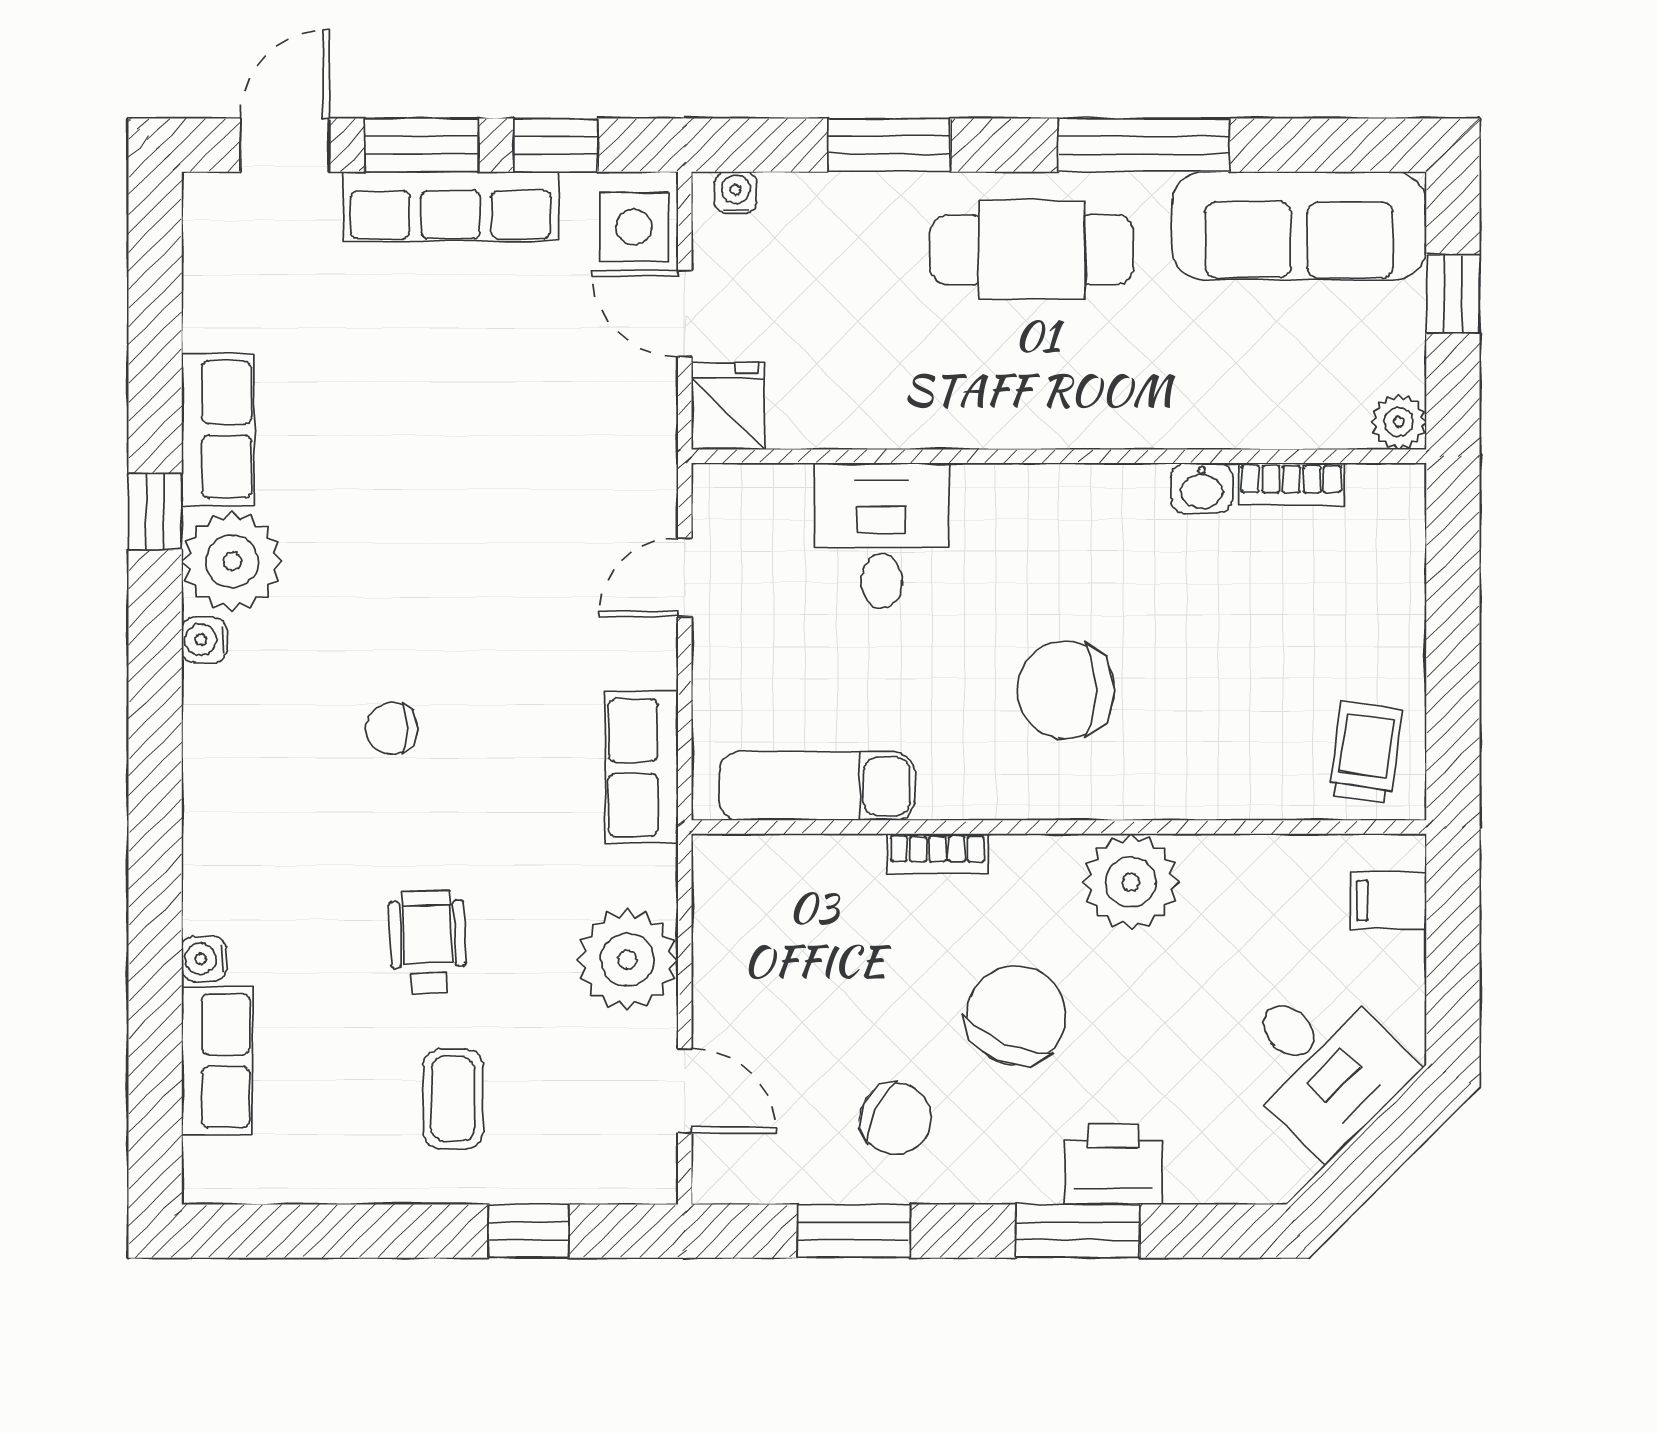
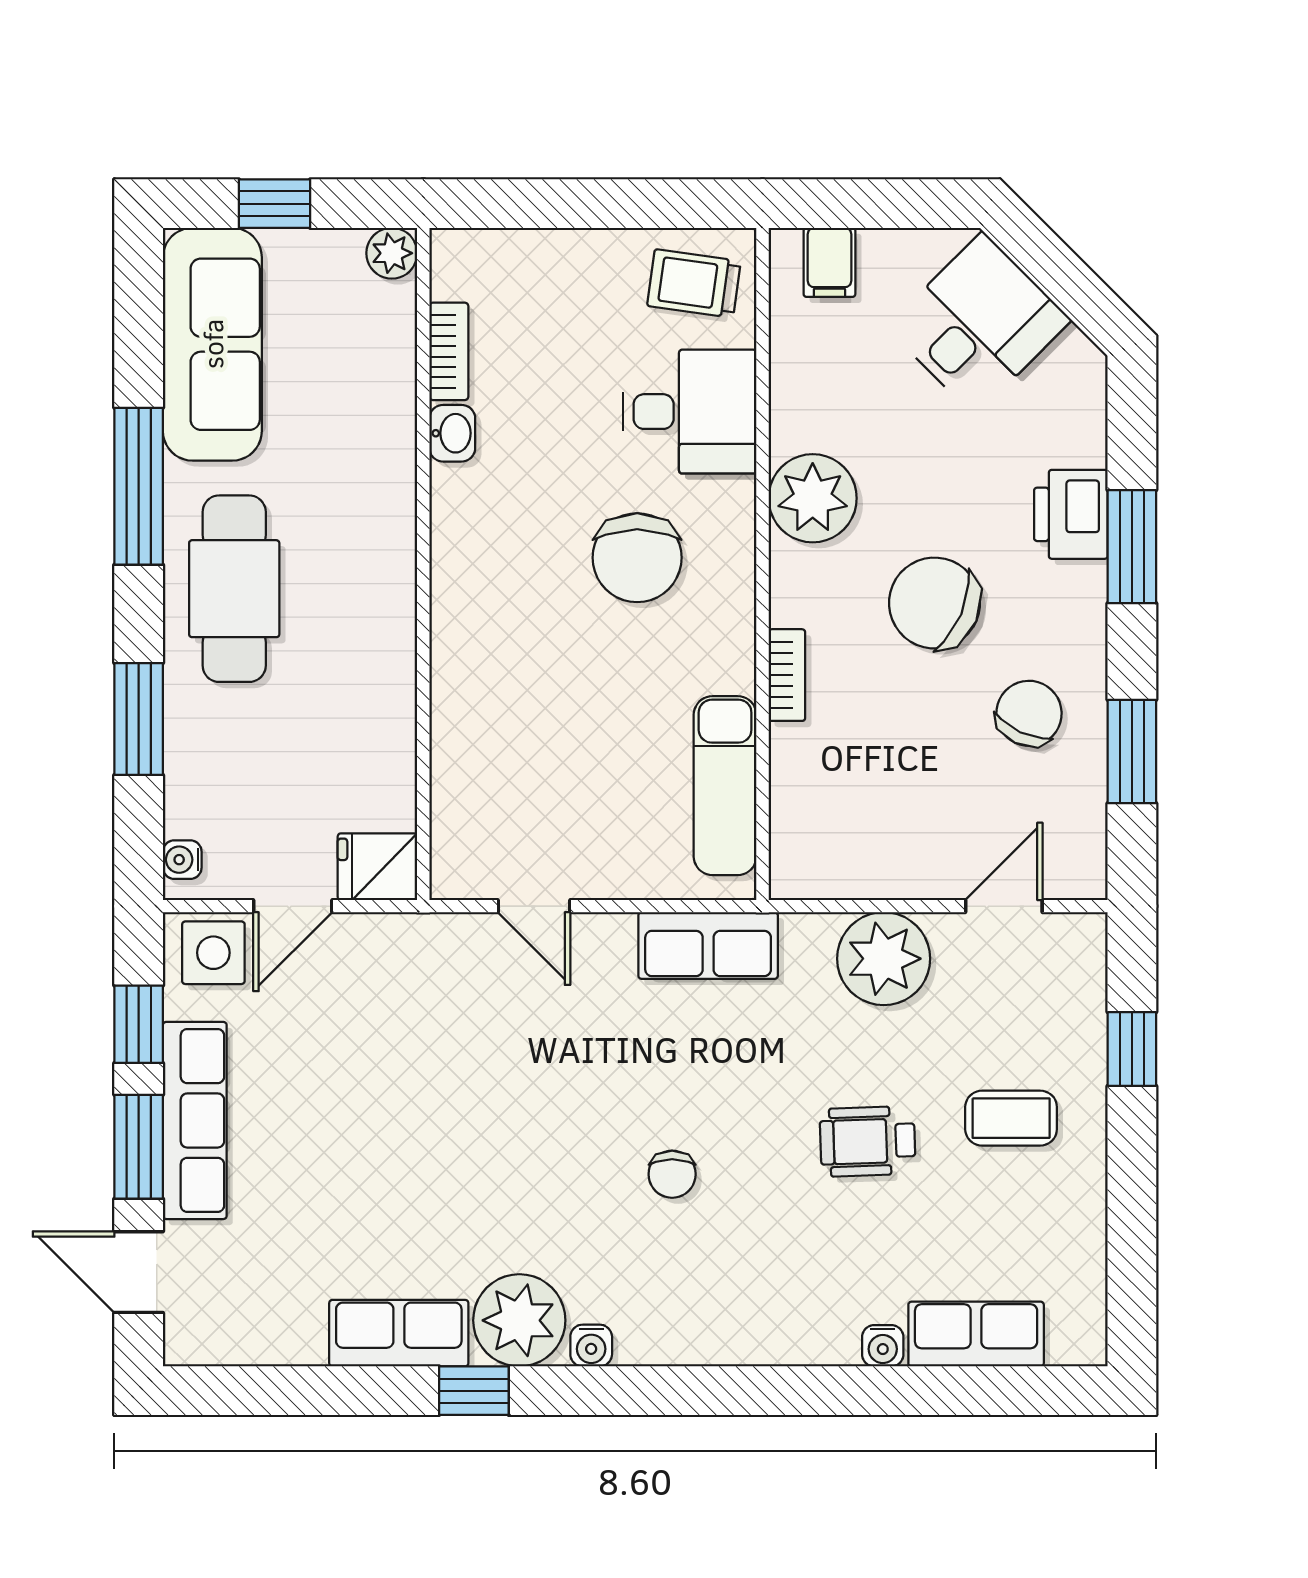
desk: (882, 536) -> (690, 412), moved, turned 180

